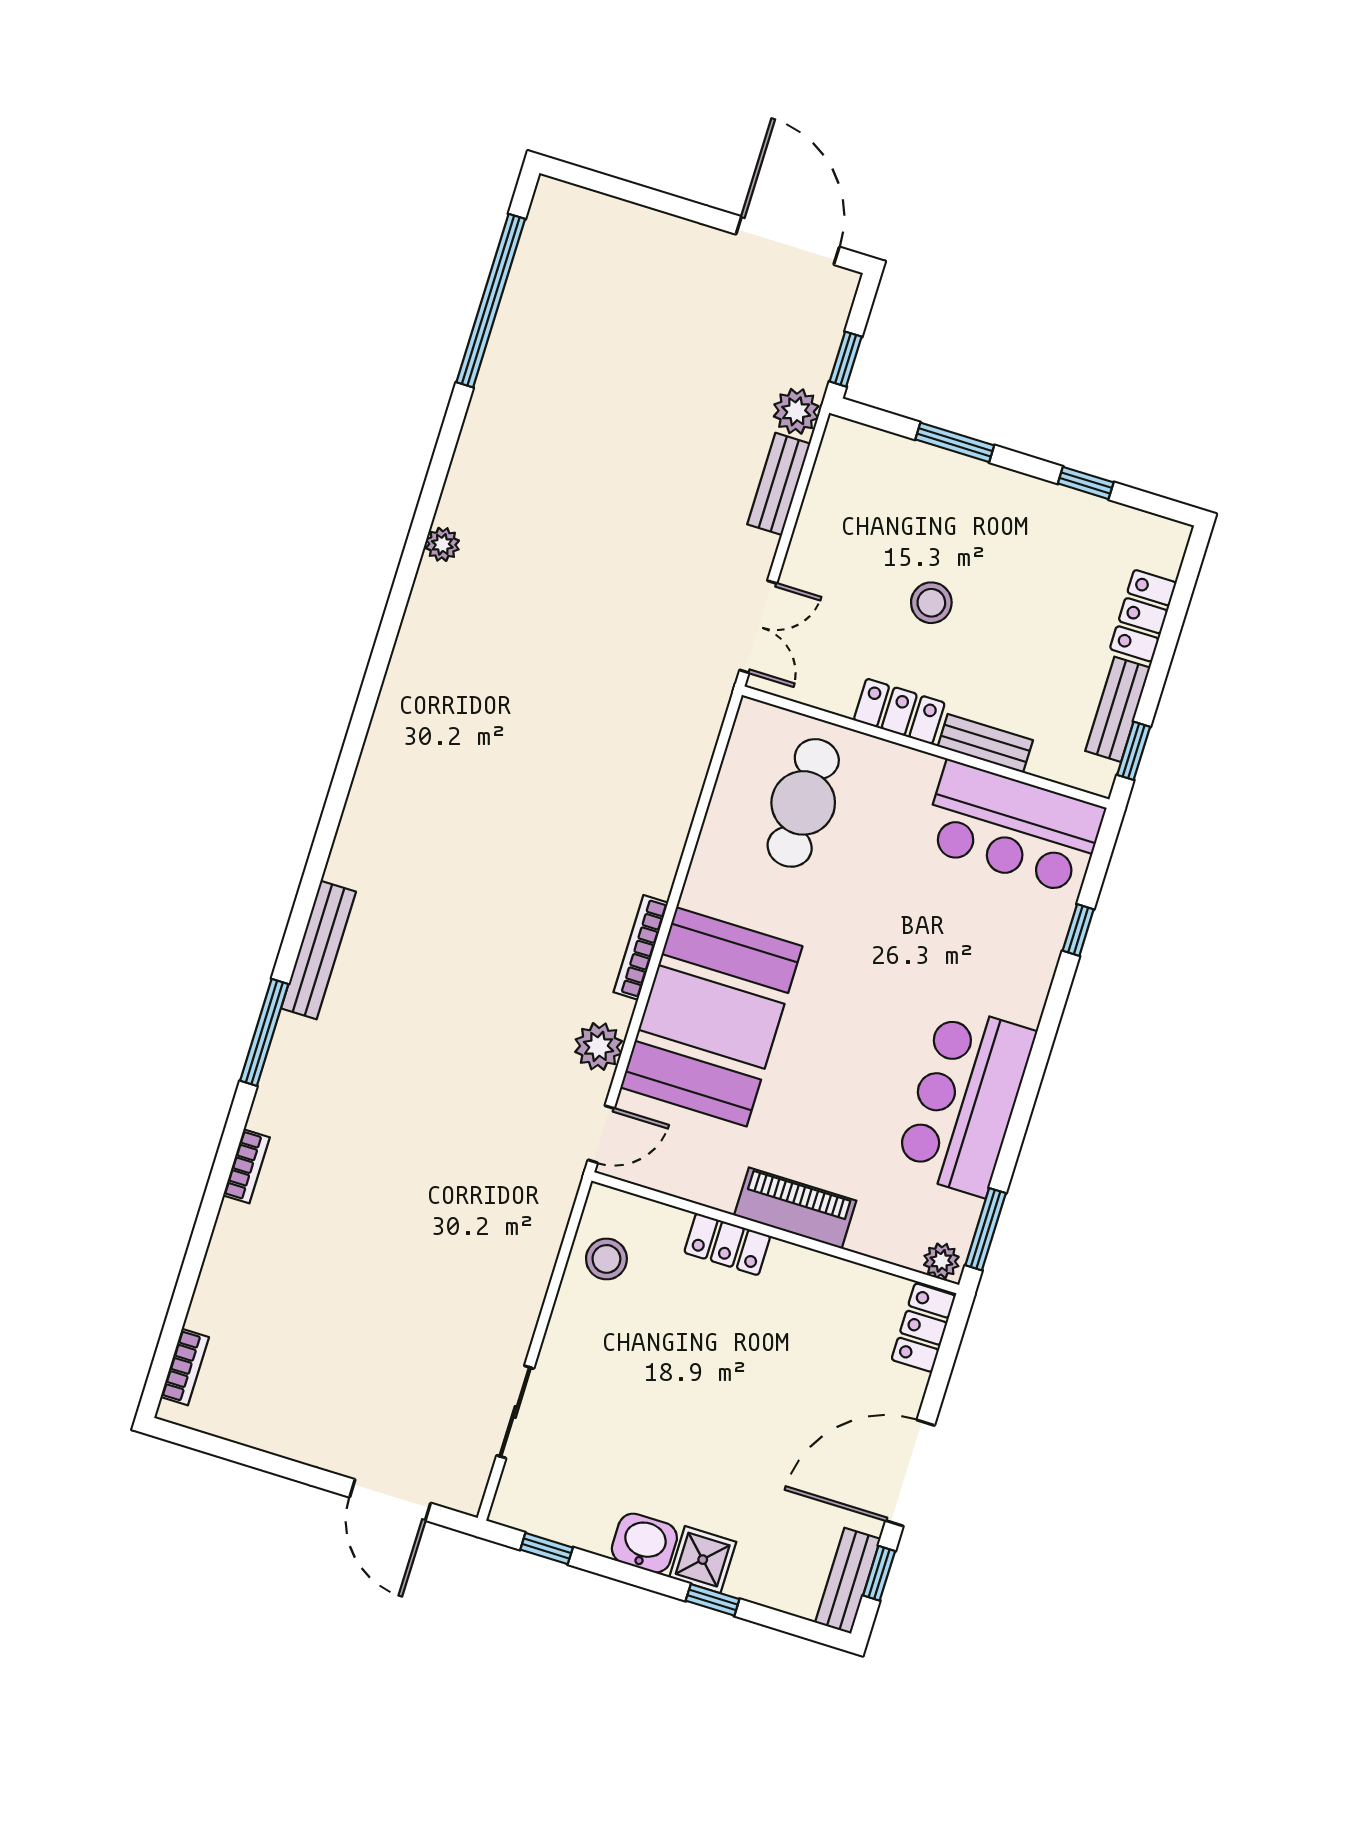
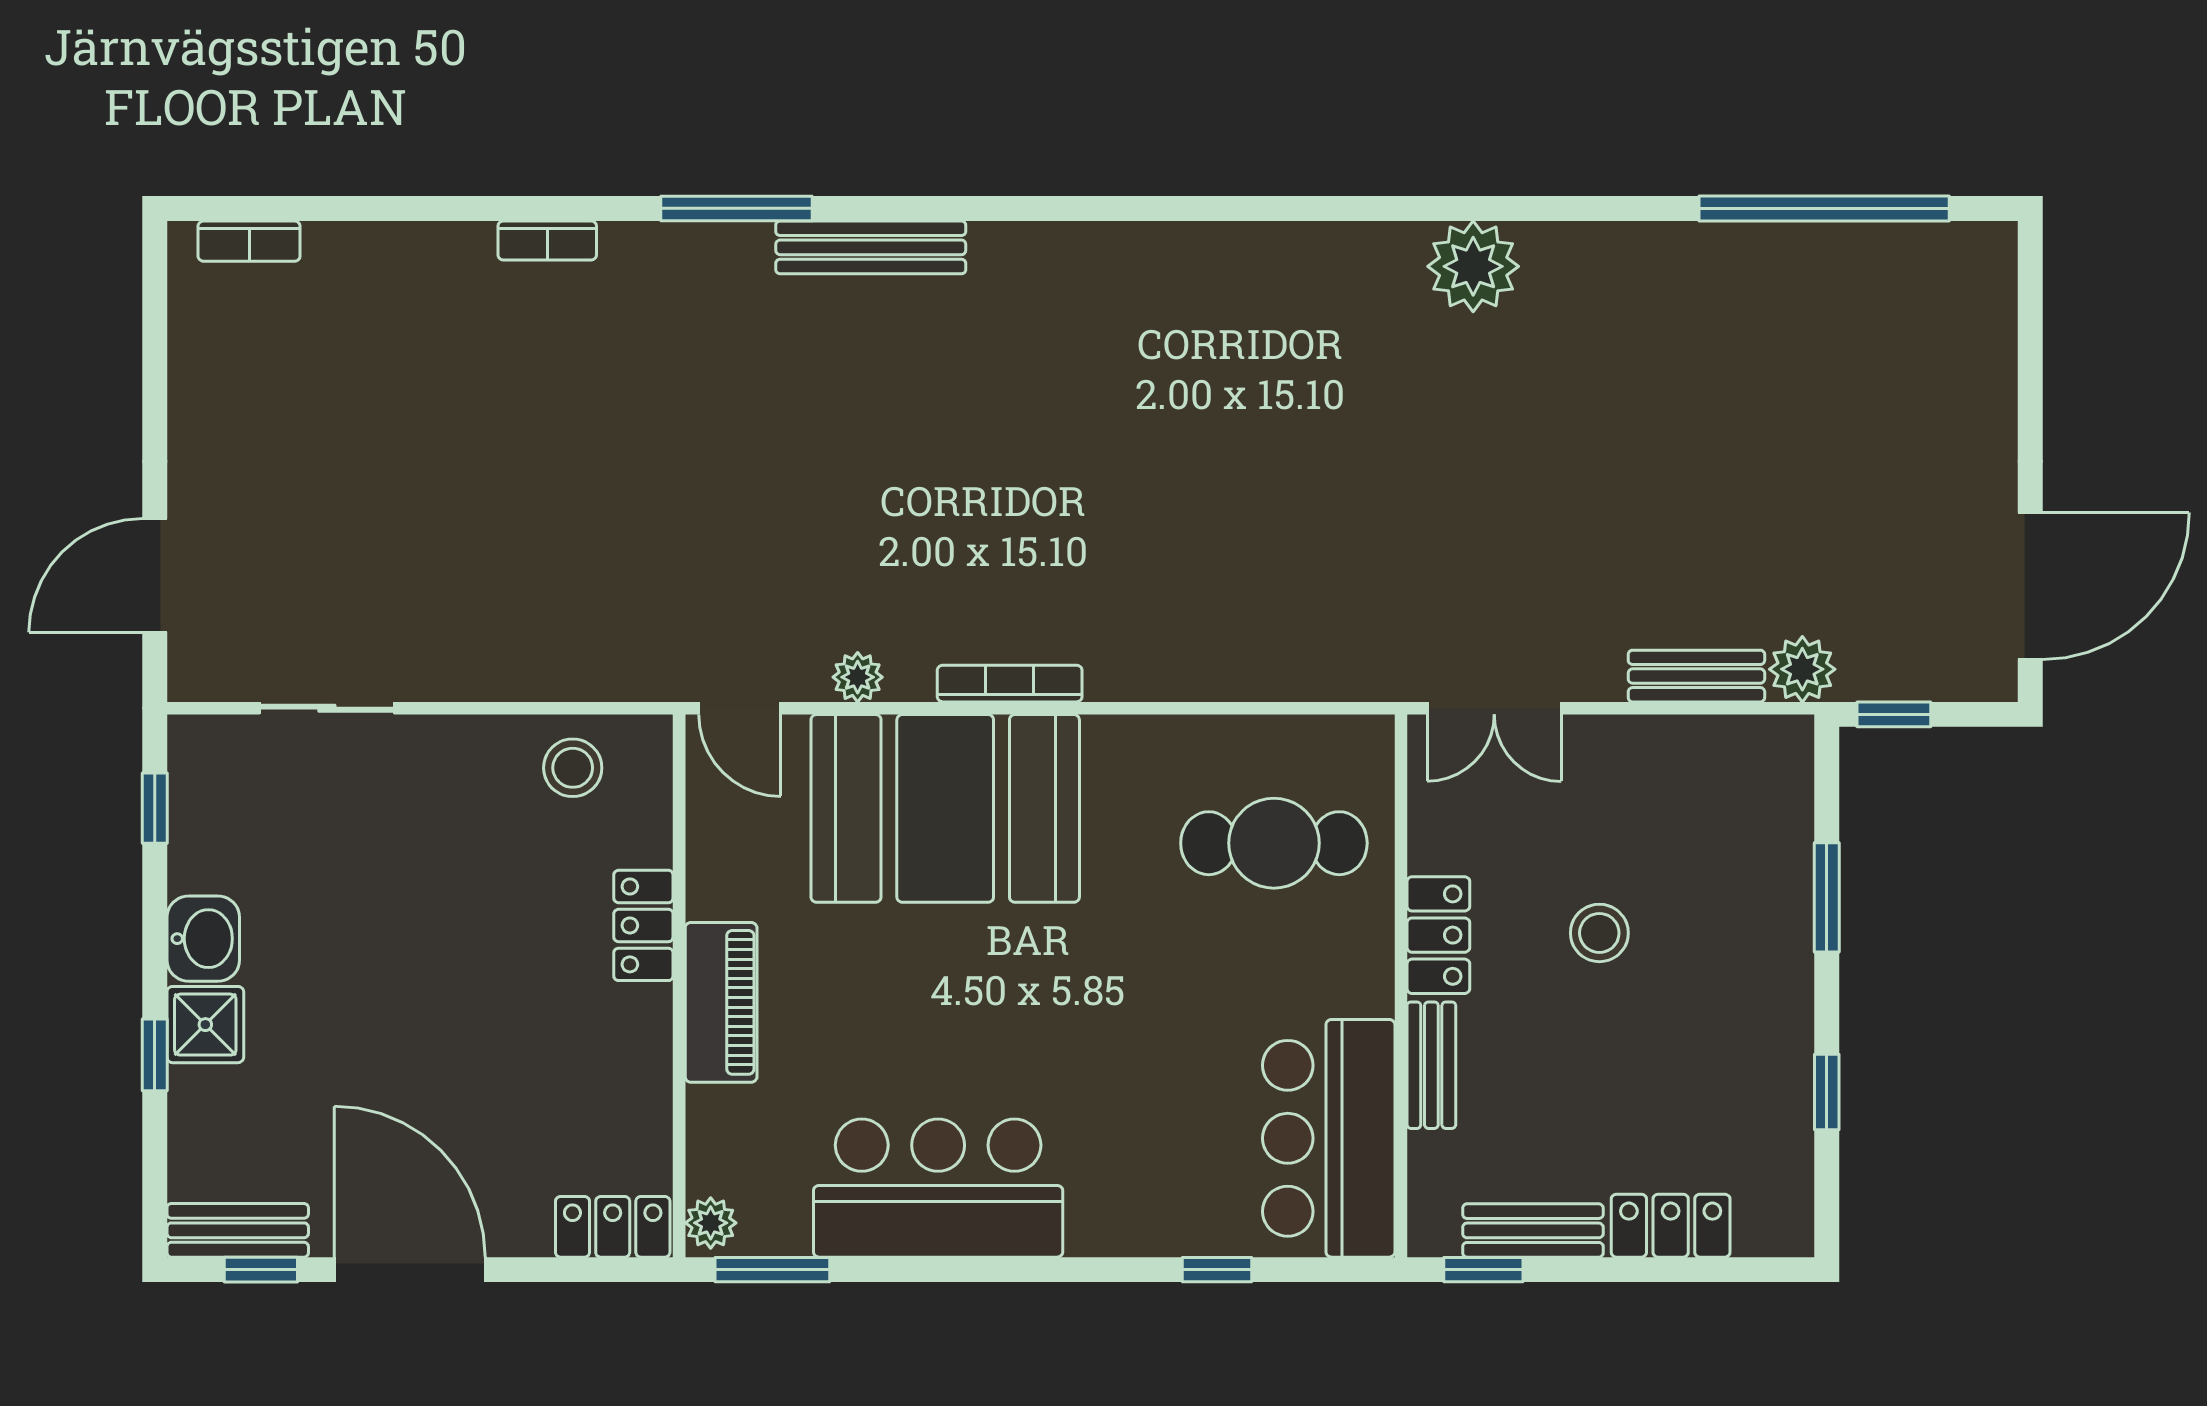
plant: (442, 544) -> (1473, 266), width x1.87, depth x1.87
plant: (599, 1046) -> (858, 677), width x0.73, depth x0.73

